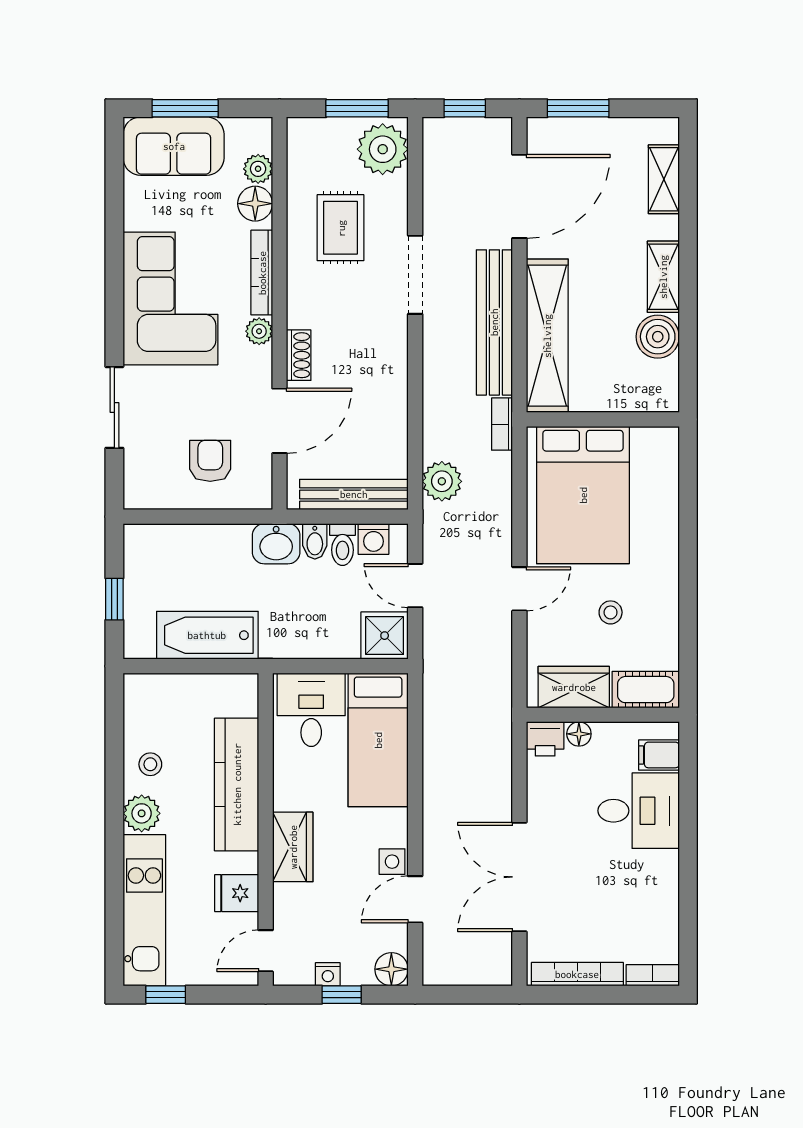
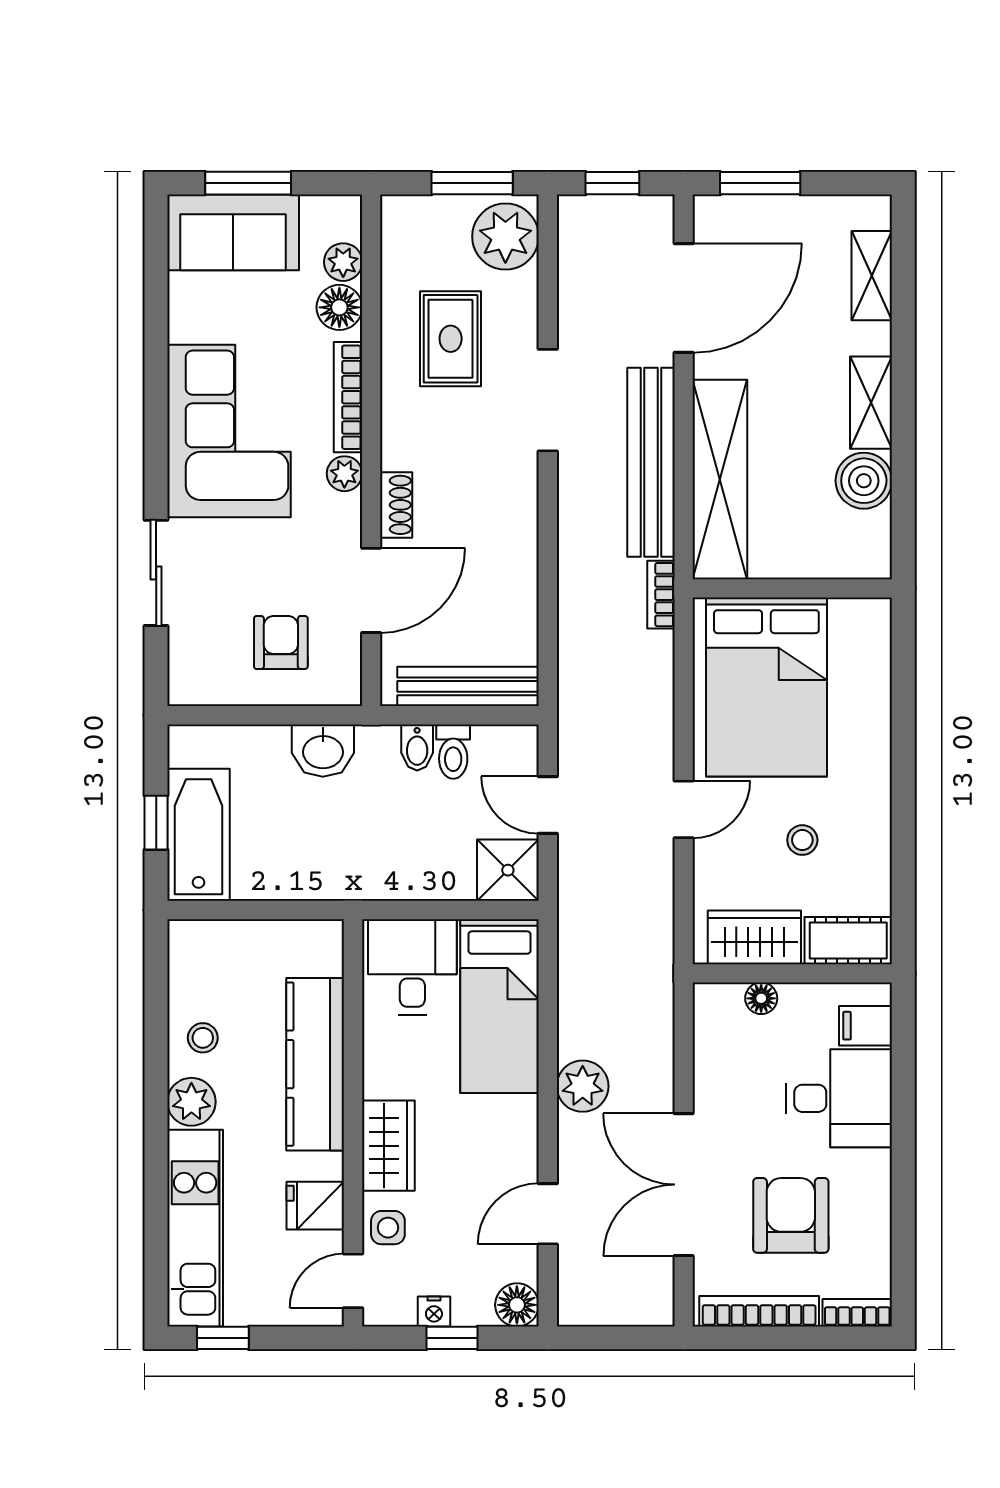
plant: (442, 481) -> (583, 1086), moved
washing machine: (373, 539) -> (494, 744), removed
washbasin: (276, 544) -> (323, 751), moved
bathtub: (207, 635) -> (199, 835), moved, turned 90
printer: (545, 739) -> (717, 1005), removed
side table: (392, 862) -> (388, 1228), moved
armchair: (602, 901) -> (791, 1215), added

